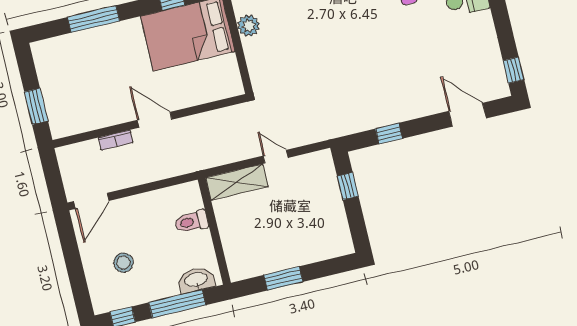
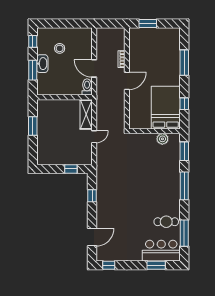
door: (91, 201) -> (94, 68), moved
toilet: (191, 222) -> (87, 87), moved
washbasin: (196, 280) -> (42, 64), moved
window: (177, 304) -> (33, 70), width x0.69

